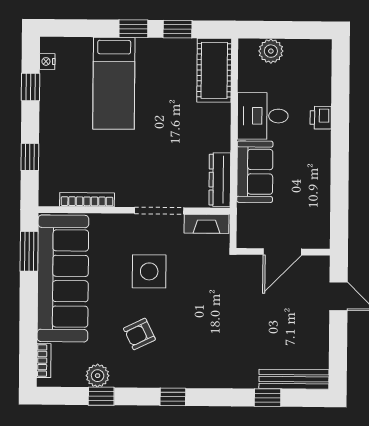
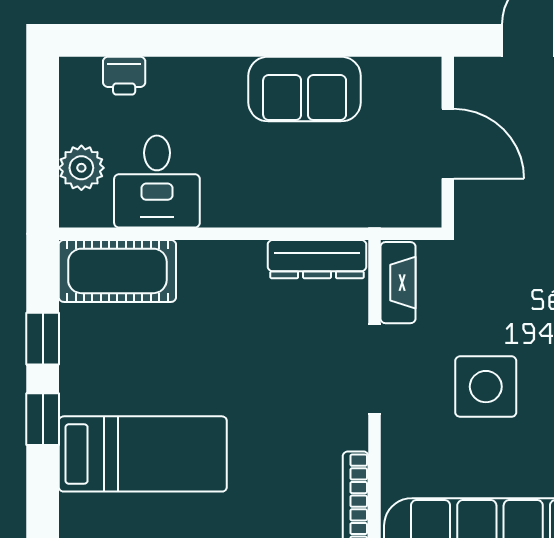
desk: (263, 116) -> (157, 182), moved
printer: (321, 118) -> (124, 76), moved
sofa: (255, 172) -> (305, 89), moved, turned 180

